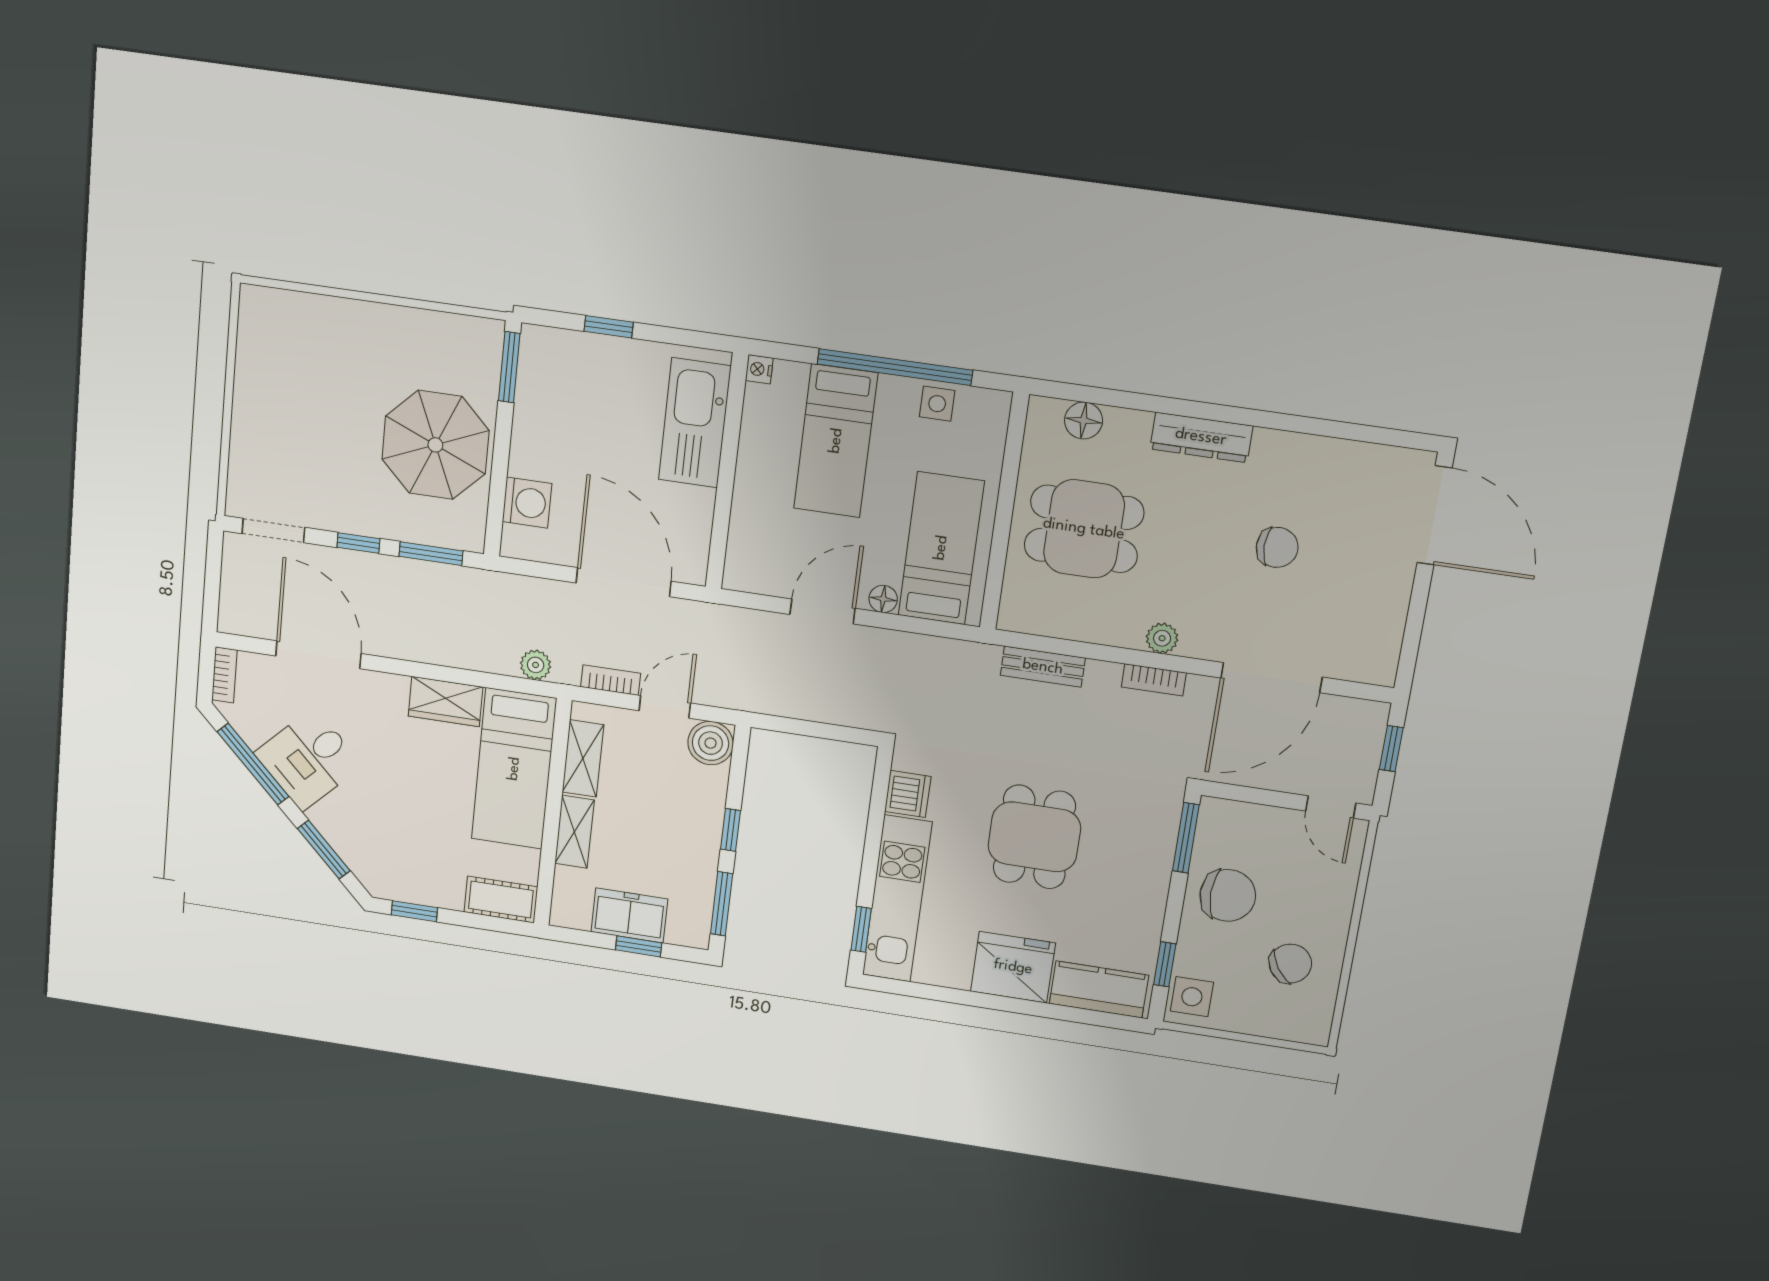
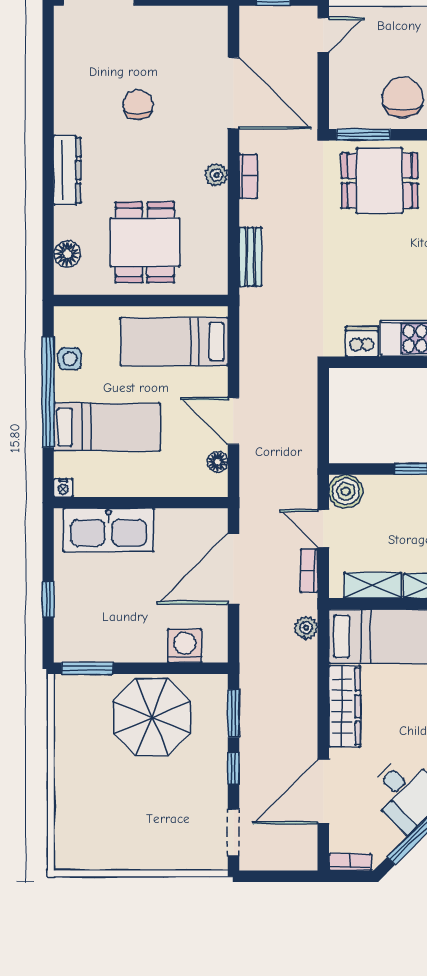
floor lamp: (883, 599) -> (218, 462), moved
wardrobe: (445, 701) -> (345, 706), width x1.50
dining table: (1034, 837) -> (380, 181), moved

